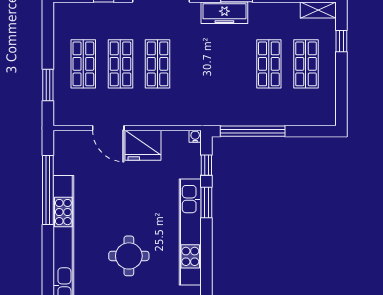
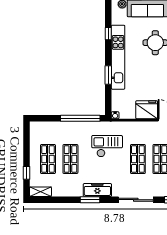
checkout: (208, 85) -> (107, 146), added
window: (206, 165) -> (108, 34), moved

